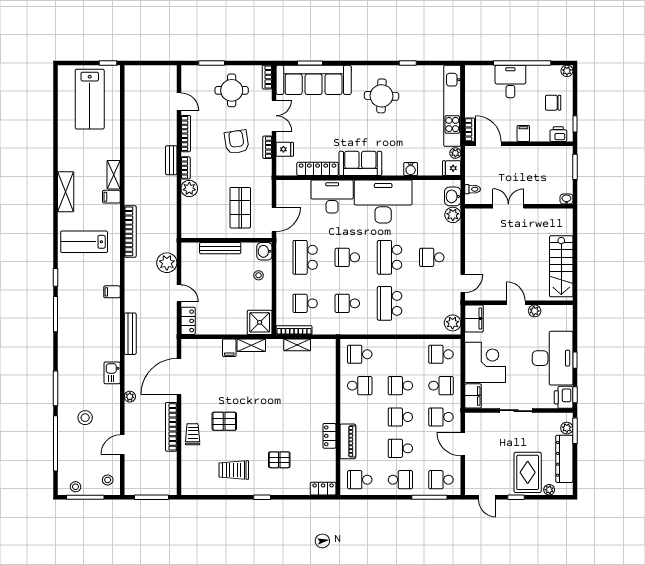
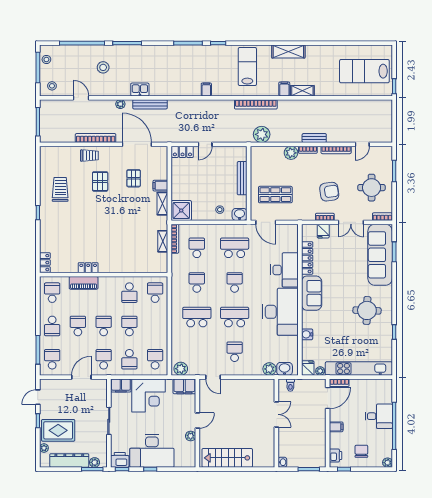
plant: (167, 263) -> (262, 134), moved
bench: (130, 334) -> (150, 104), moved
pallet: (279, 460) -> (134, 178), moved

